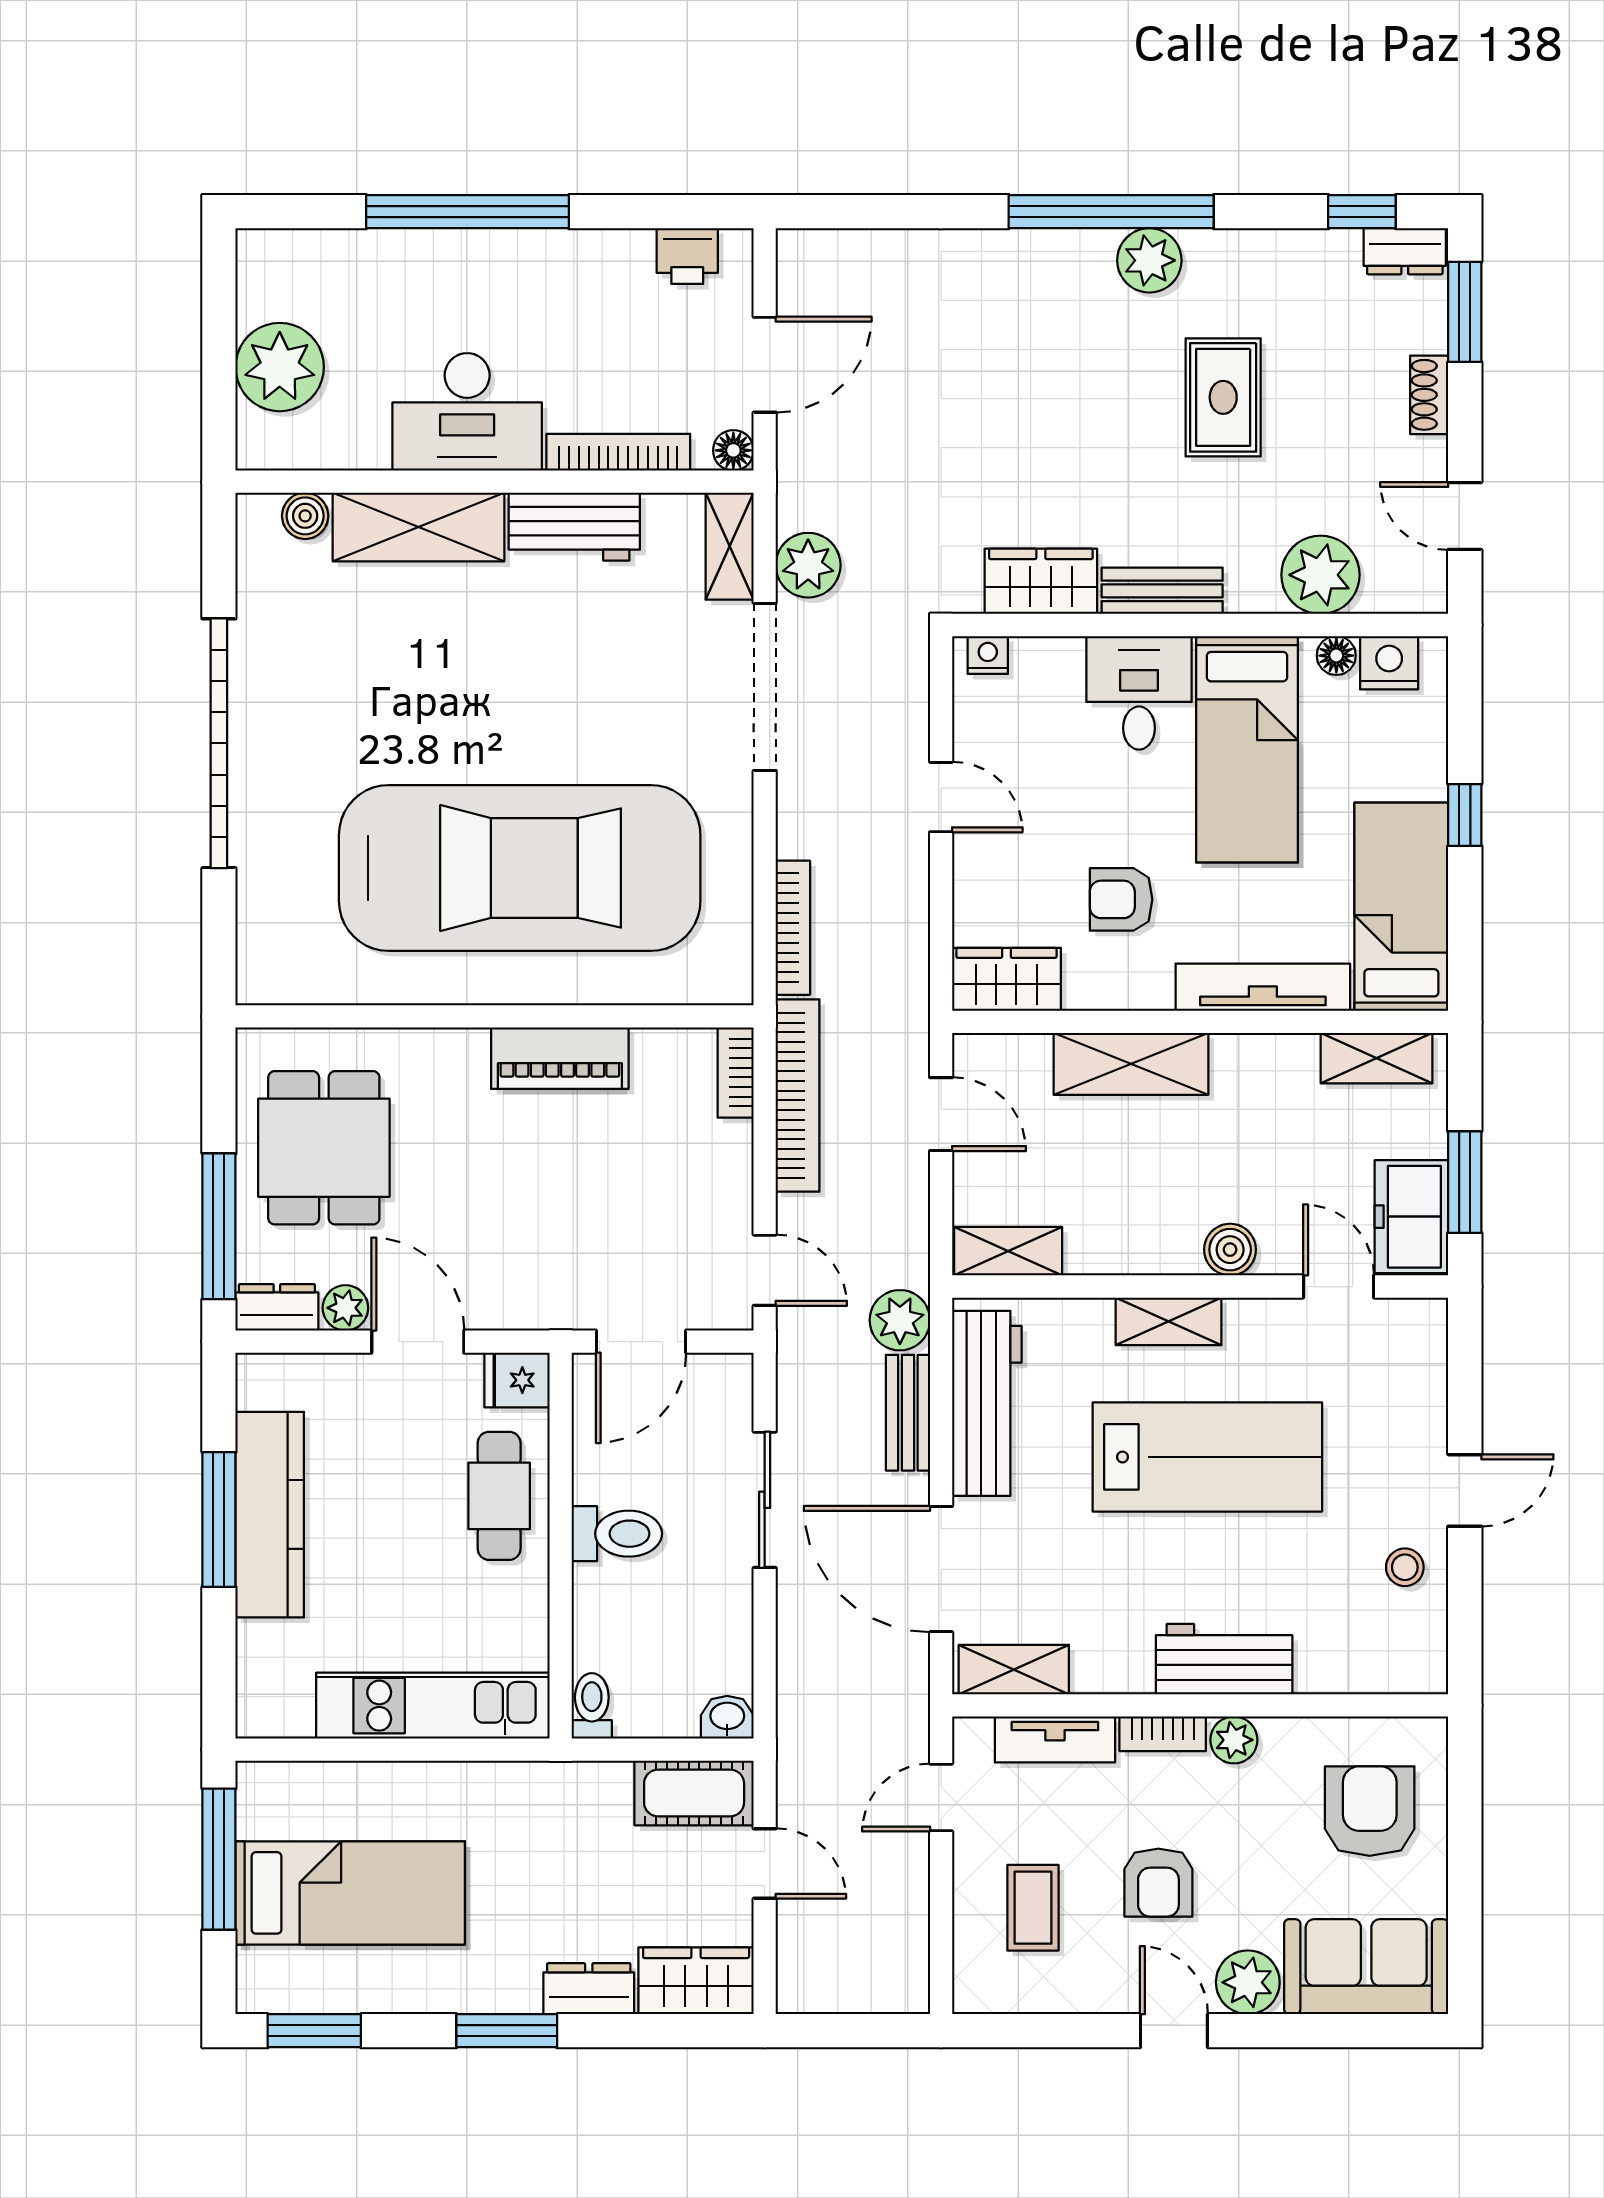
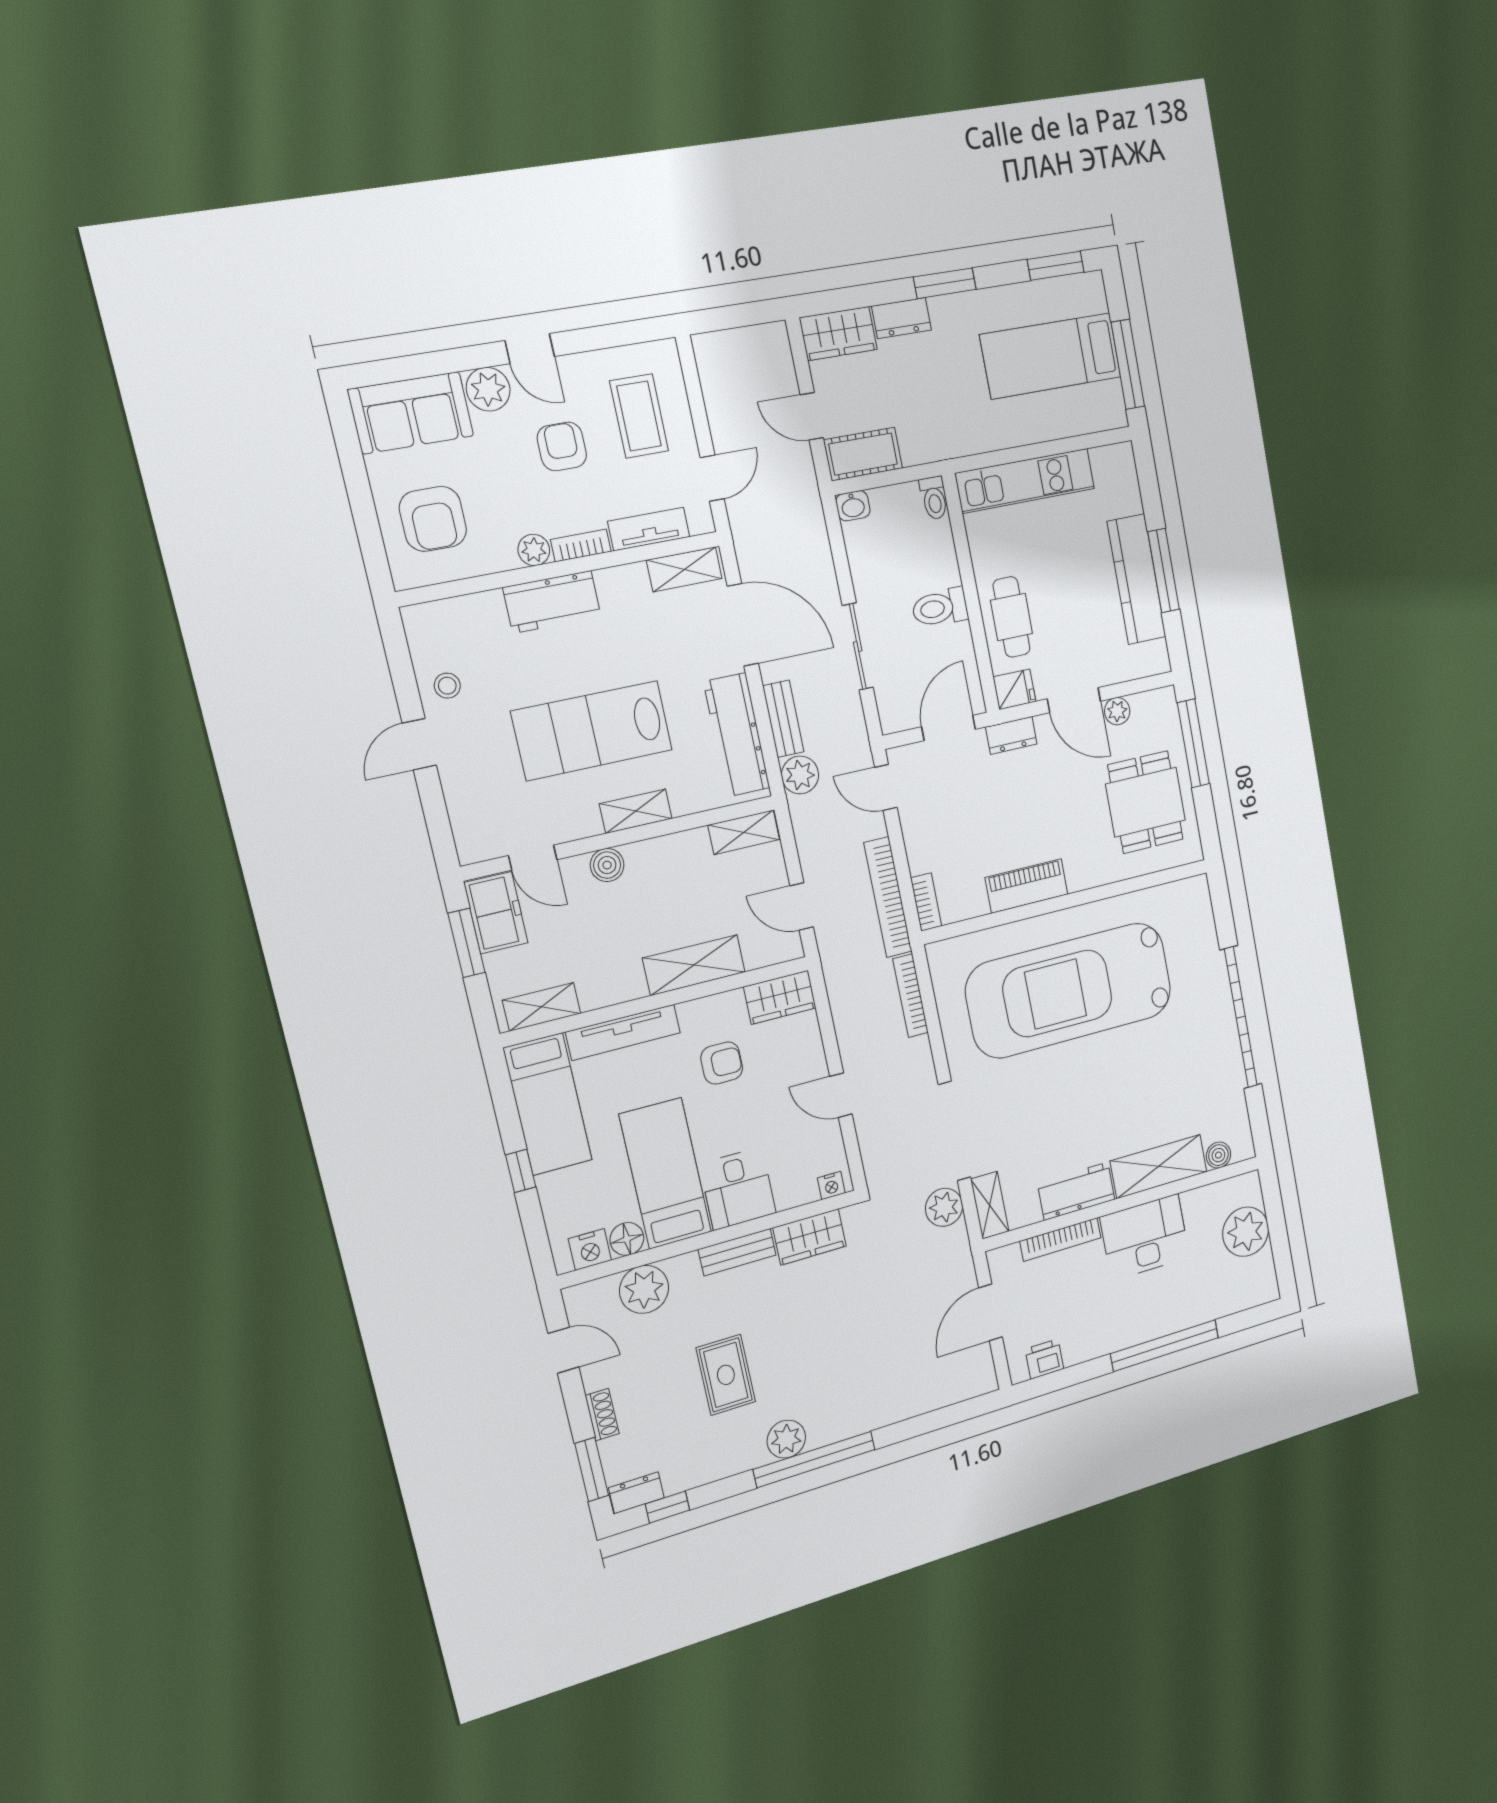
floor lamp: (733, 450) -> (998, 1260), removed
floor lamp: (1336, 656) -> (627, 1239), width x1.37, depth x1.37
dresser: (277, 1307) -> (1011, 735), moved
coffee table: (1033, 1908) -> (639, 416), width x1.36, depth x1.30

